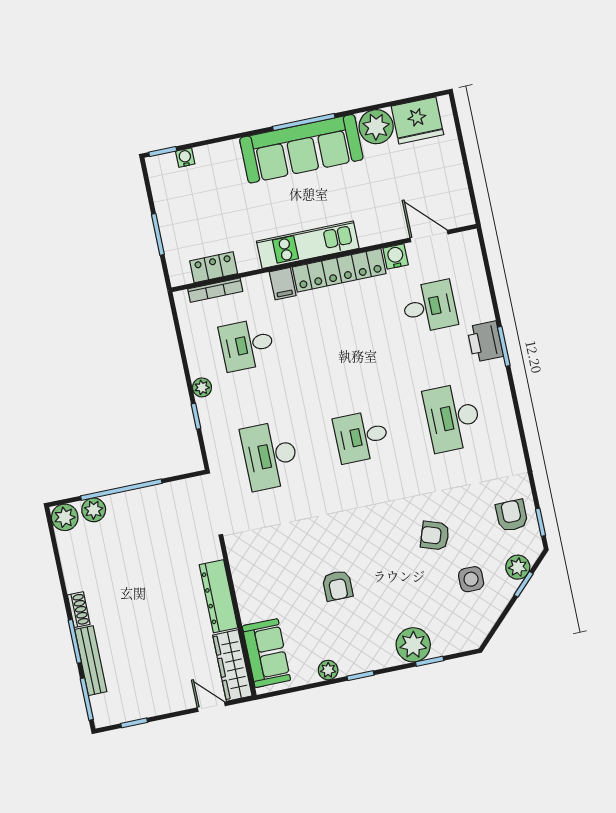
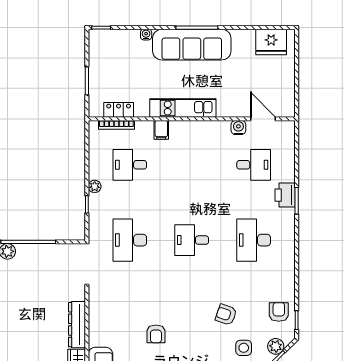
plant: (376, 127) -> (243, 40), removed
water cooler: (185, 158) -> (146, 35), moved
locker: (339, 270) -> (200, 129), removed

